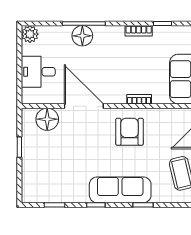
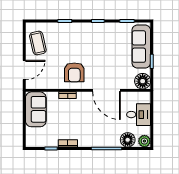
floor lamp: (82, 36) -> (128, 140), moved
floor lamp: (47, 119) -> (143, 81), moved
sofa: (120, 190) -> (141, 47), moved, turned 90

